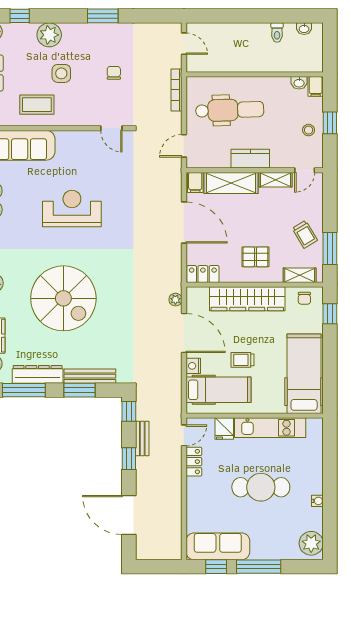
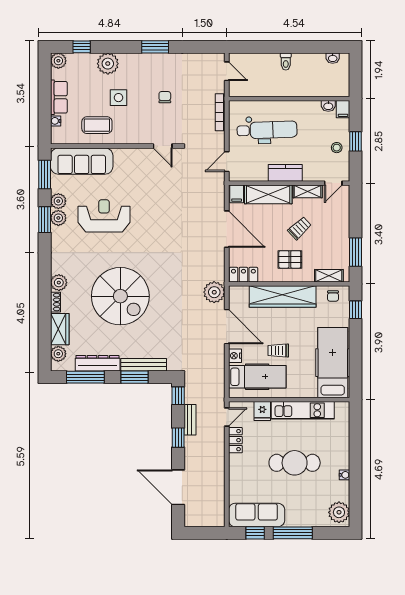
toilet: (277, 33) -> (286, 62), moved
reception desk: (72, 209) -> (104, 216), moved
trolley: (305, 234) -> (299, 228), moved, turned -102
plant: (175, 300) -> (214, 292), width x1.87, depth x1.87

